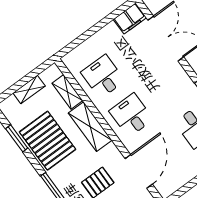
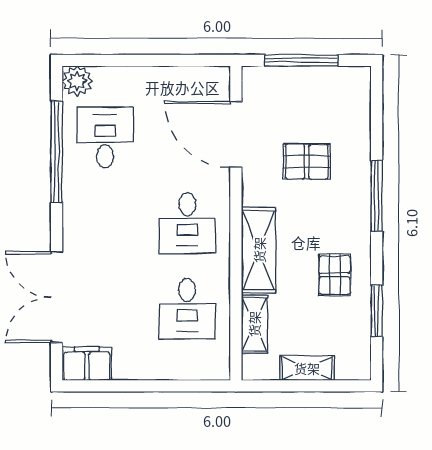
pallet: (48, 141) -> (335, 275), width x0.49, depth x0.50
door: (139, 171) -> (236, 134), hinge flipped

